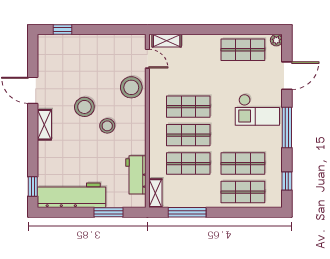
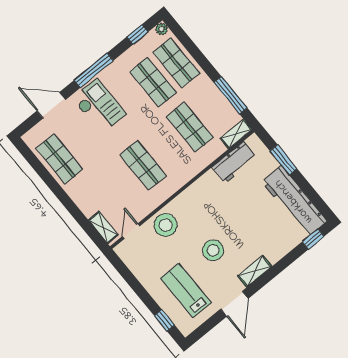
plant: (276, 40) -> (162, 29), moved
lab bench: (72, 63) -> (186, 290), added
stool: (107, 126) -> (213, 219), removed
shop shelf: (188, 135) -> (166, 146), removed

